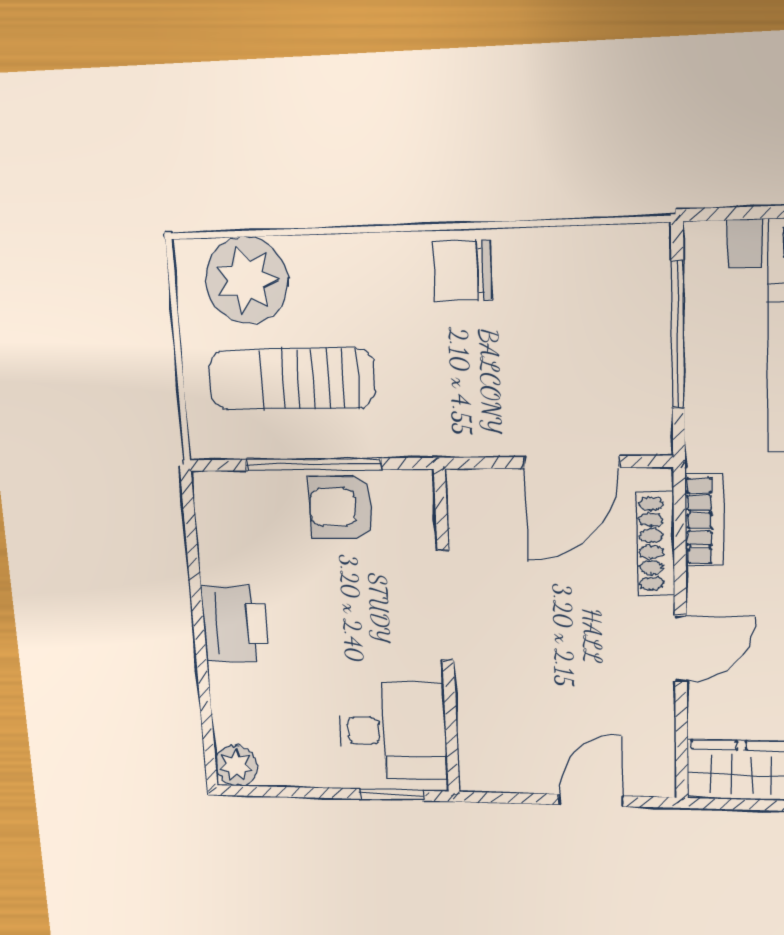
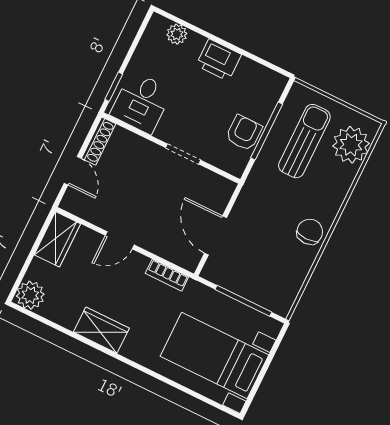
shoe rack: (656, 544) -> (99, 141), moved, turned 90
doorway: (445, 606) -> (183, 154), width x0.73
door: (681, 649) -> (120, 240), hinge flipped
plant: (236, 765) -> (177, 34), moved

